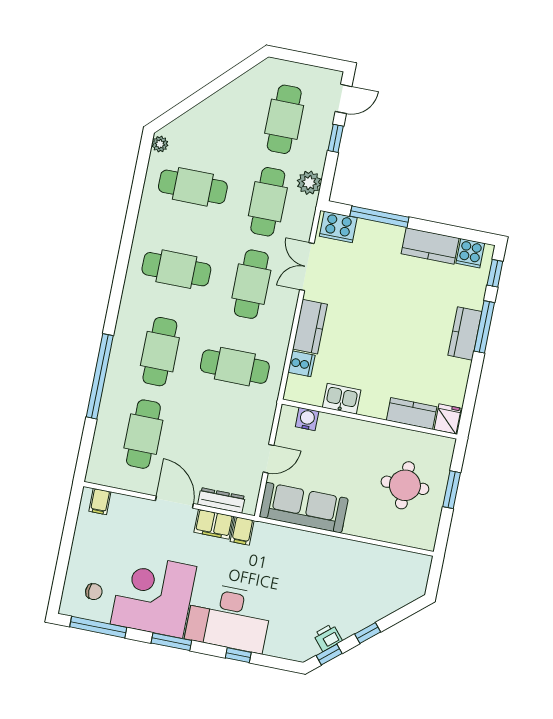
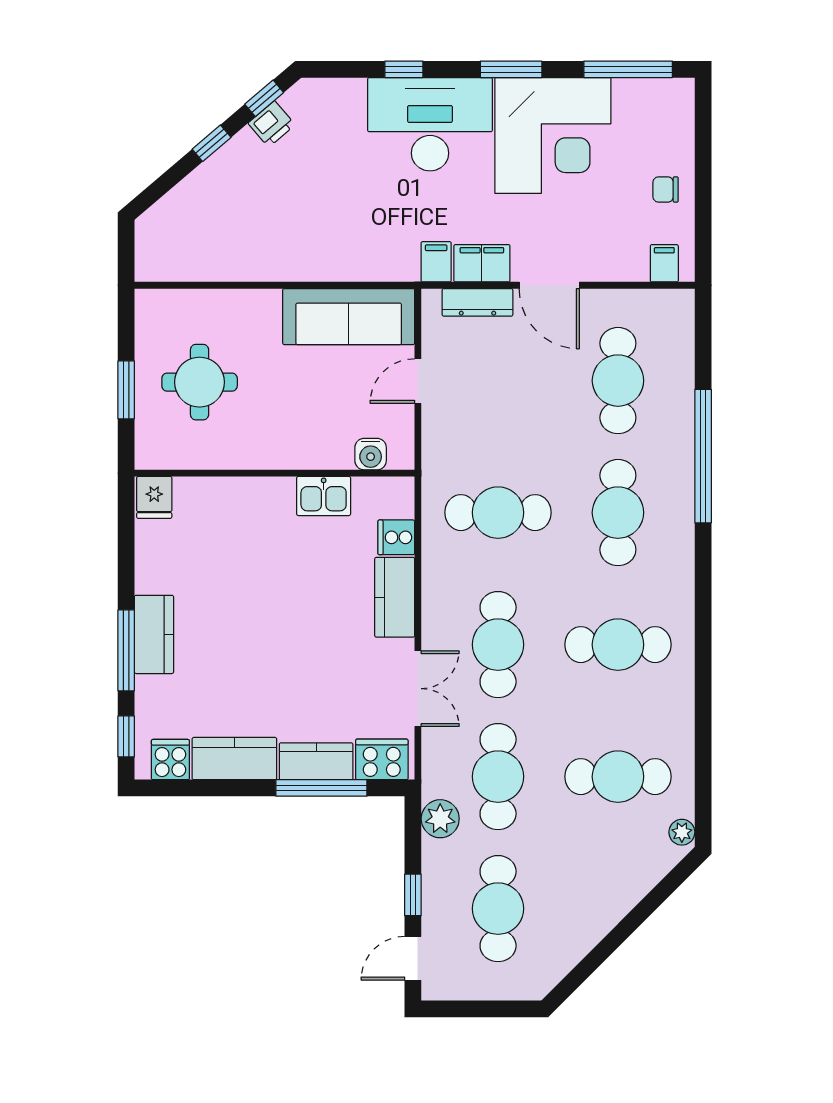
kitchen counter: (412, 413) -> (316, 761), moved, turned 180
chair: (94, 592) -> (666, 189), moved

